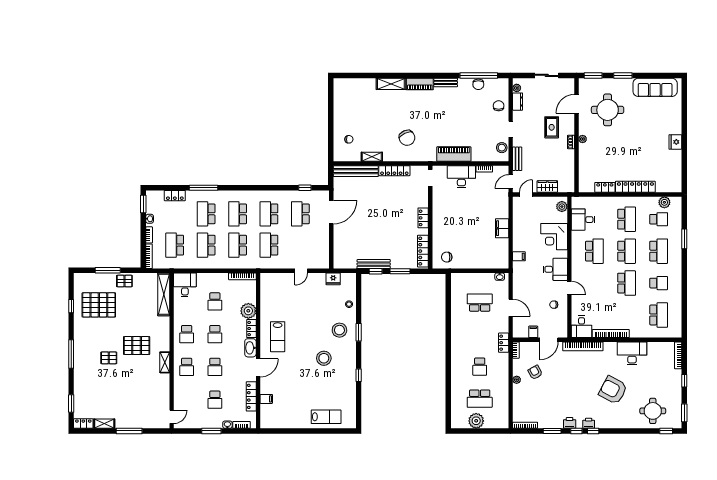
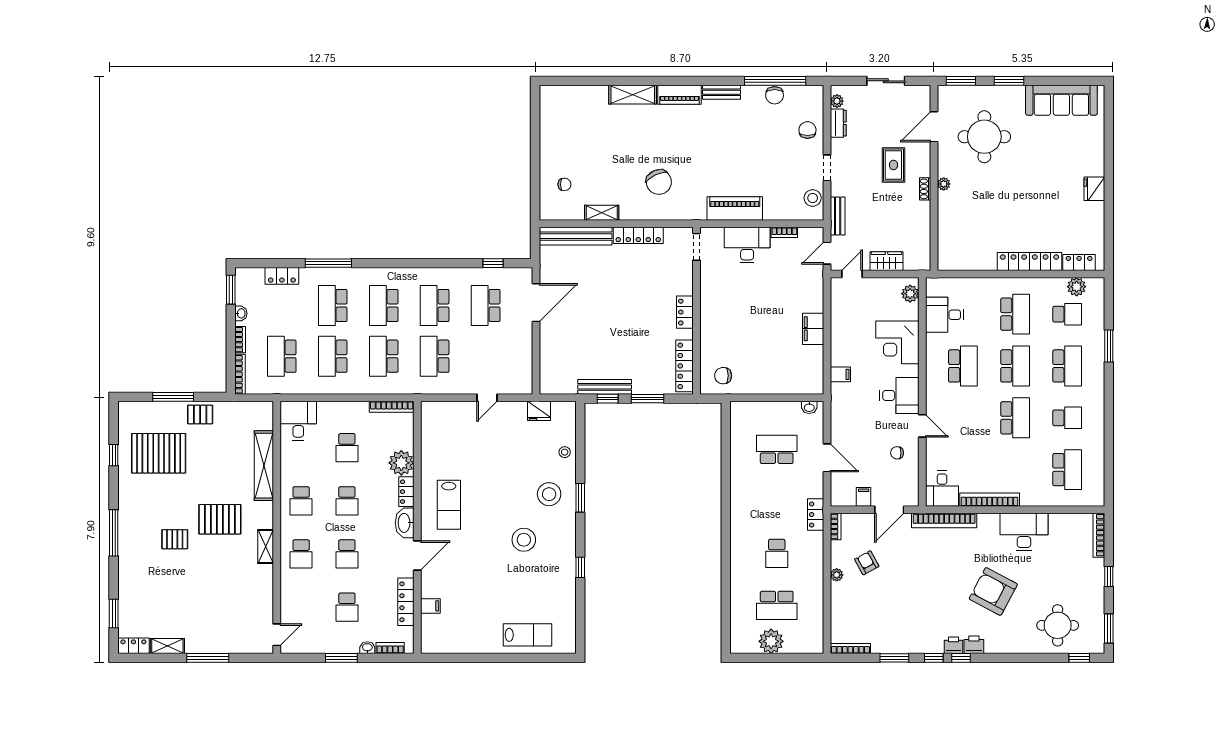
locker: (605, 187) -> (1079, 263), moved
shelving: (164, 294) -> (264, 466), moved
printer: (570, 423) -> (974, 645), moved

